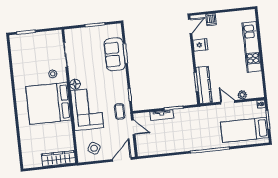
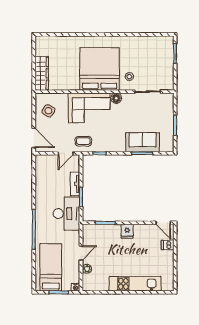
fridge: (200, 45) -> (127, 231), moved
kitchen counter: (204, 85) -> (101, 231), removed
desk: (191, 120) -> (66, 214), added

